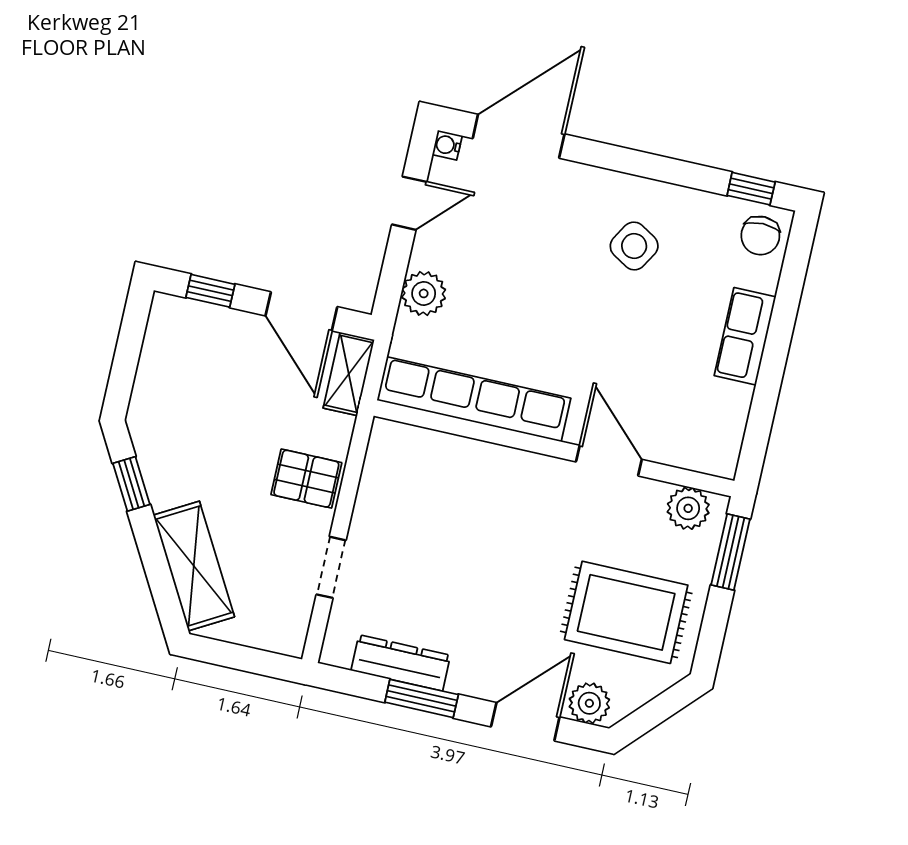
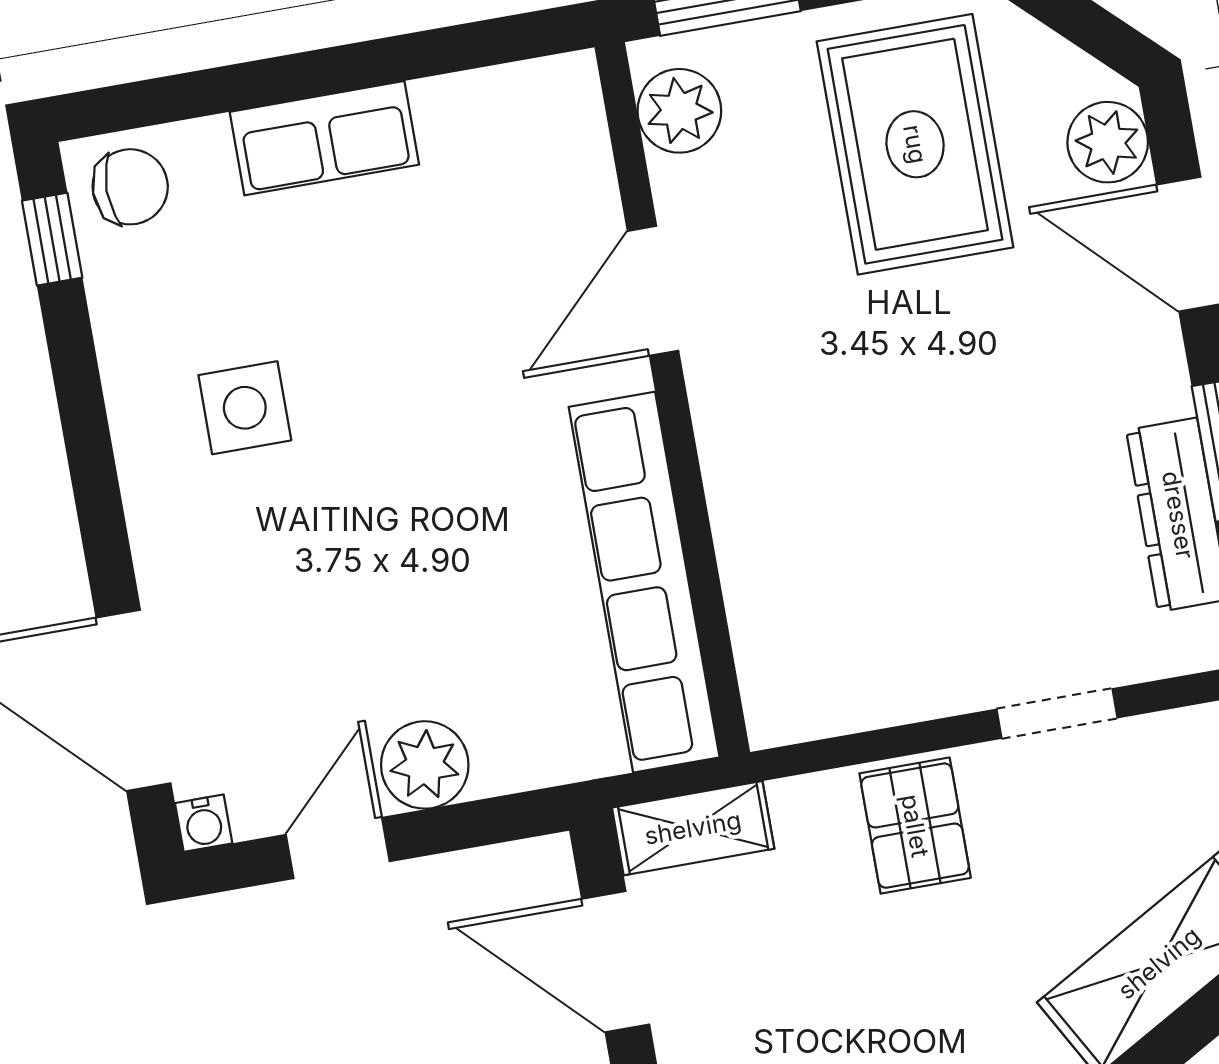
door: (409, 203) -> (338, 848), hinge flipped
side table: (634, 246) -> (245, 408), turned -31
plant: (424, 293) -> (425, 765), moved
door: (301, 311) -> (616, 962), swing flipped

